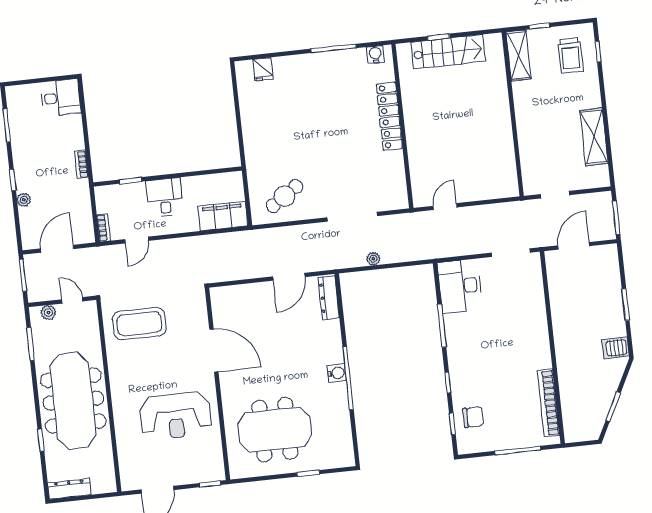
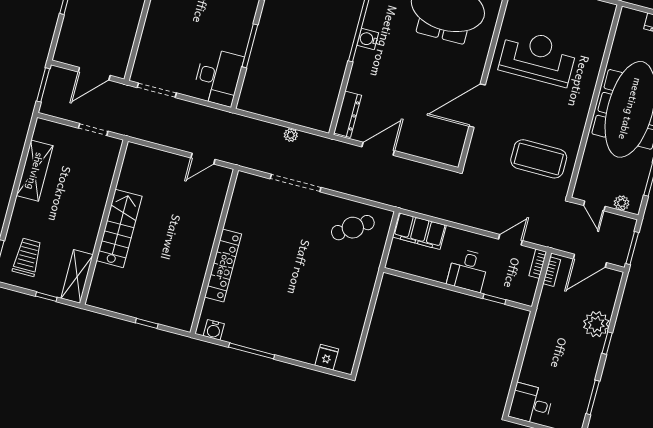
stairs: (448, 52) -> (119, 228), moved, turned 90
bookcase: (81, 164) -> (552, 272), moved
plant: (24, 200) -> (596, 324), width x1.87, depth x1.87
door: (214, 351) -> (477, 106), hinge flipped

